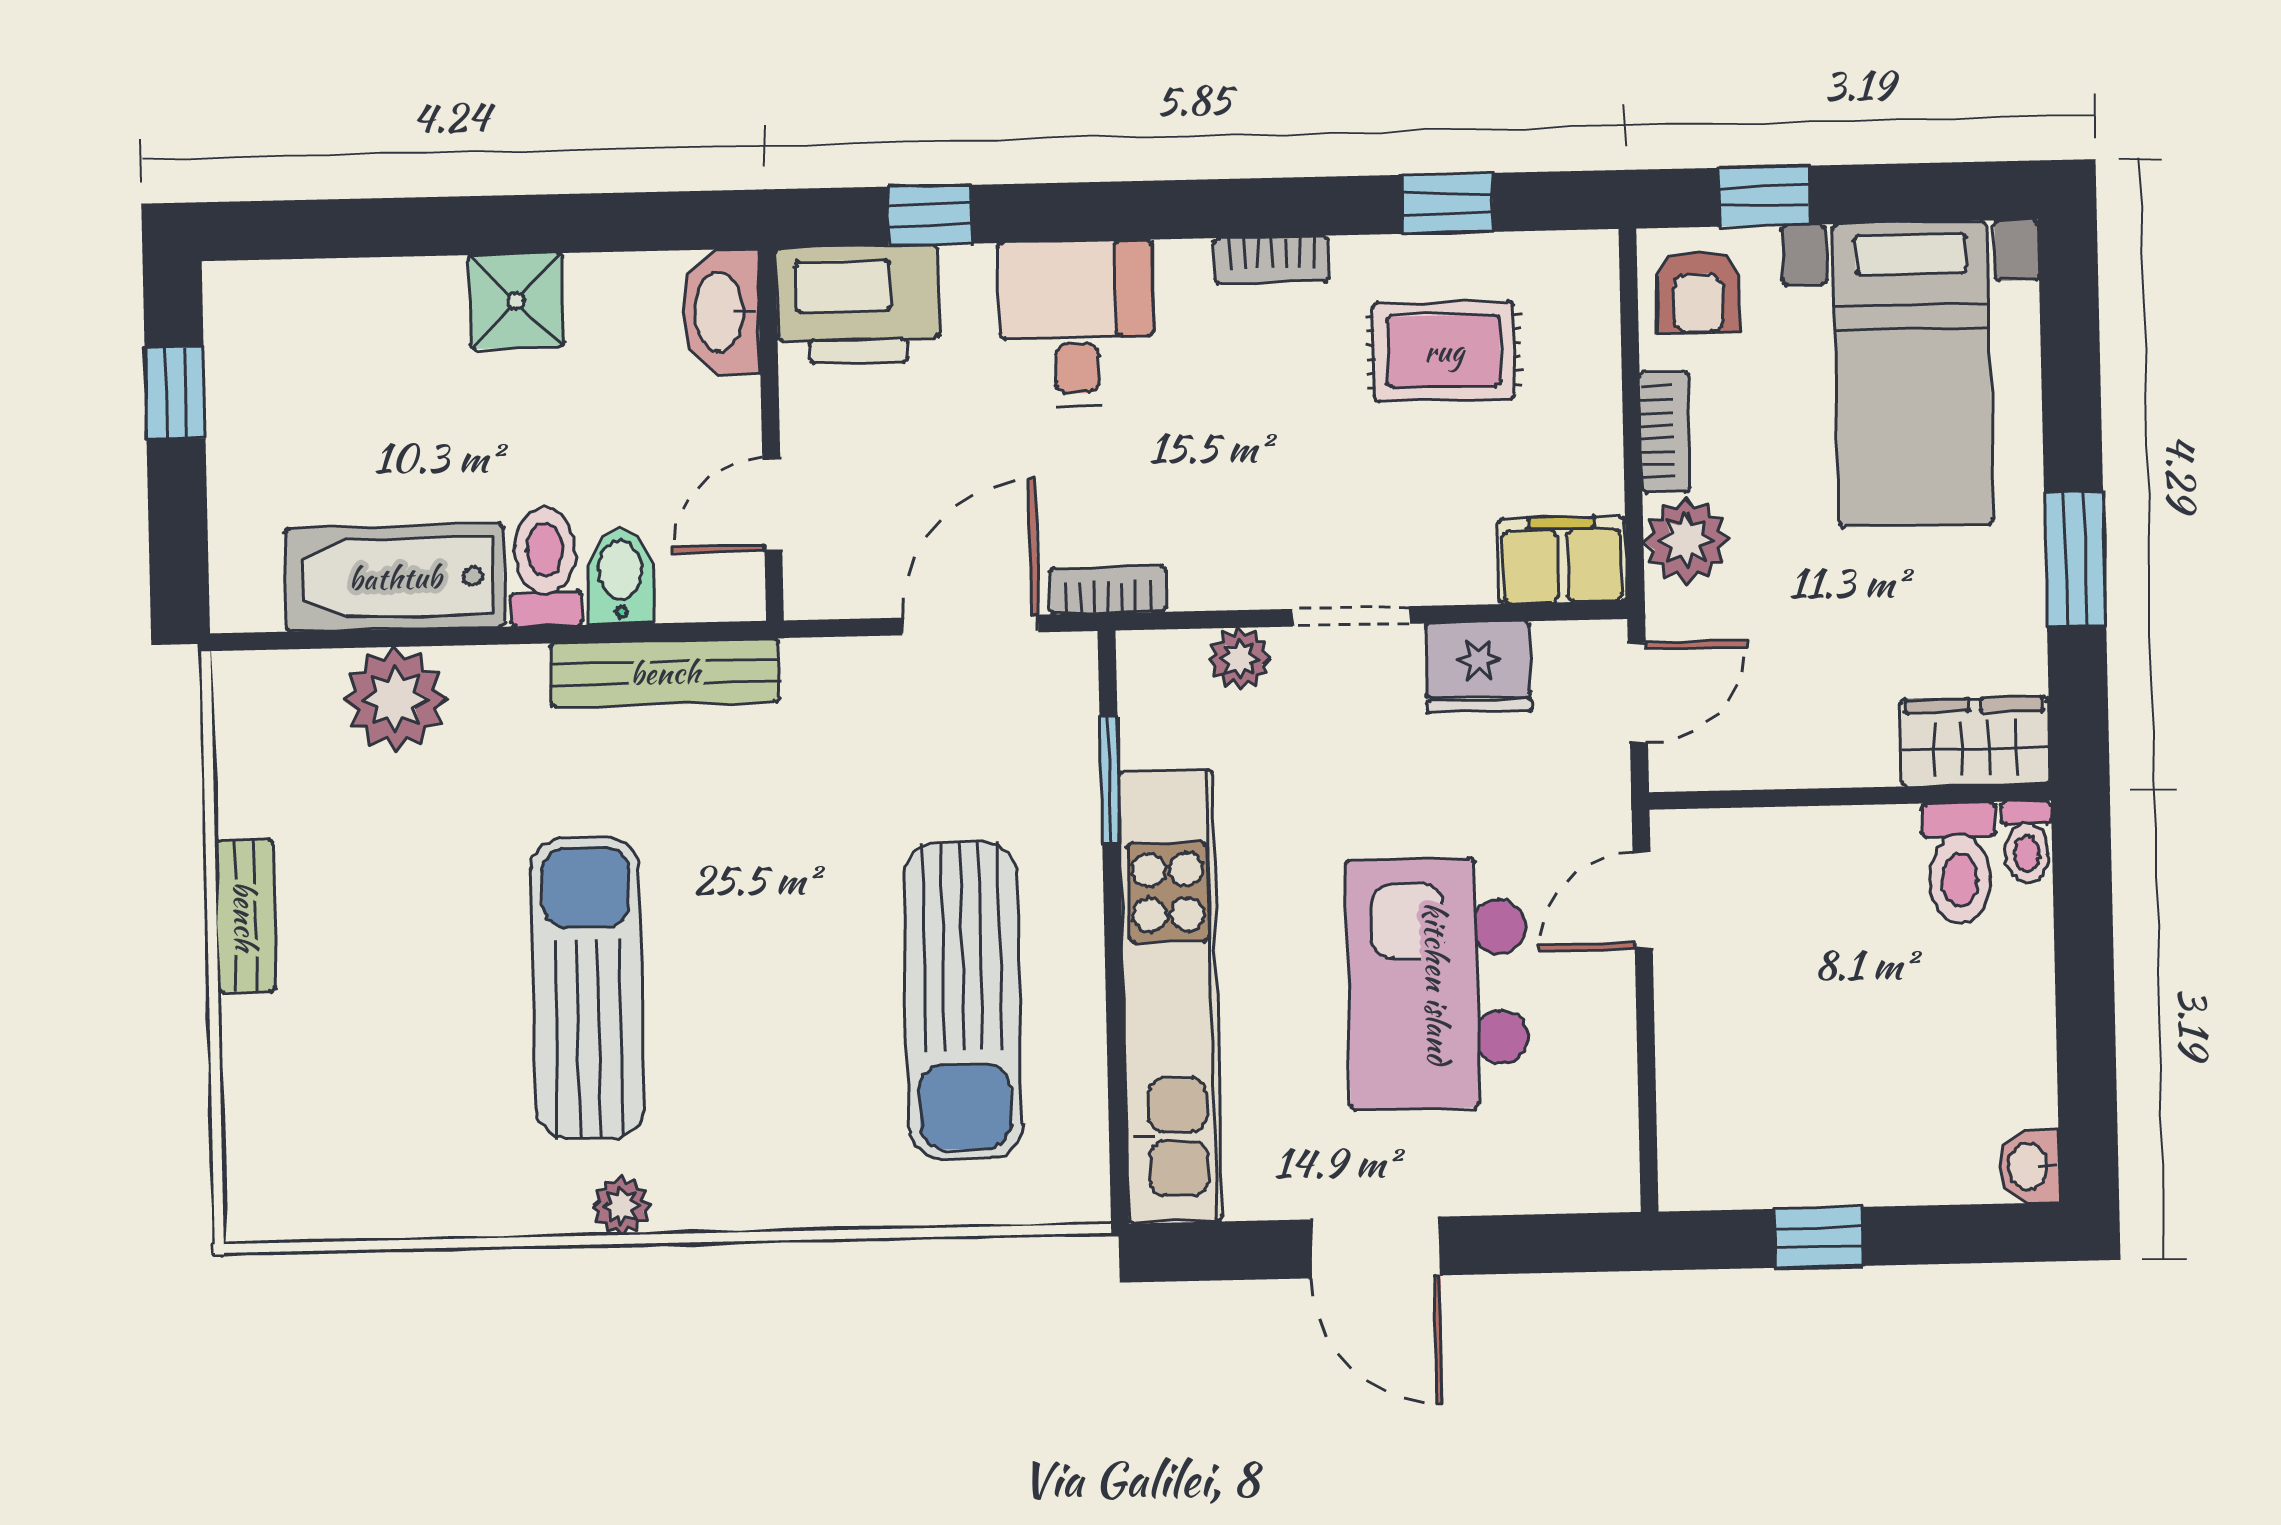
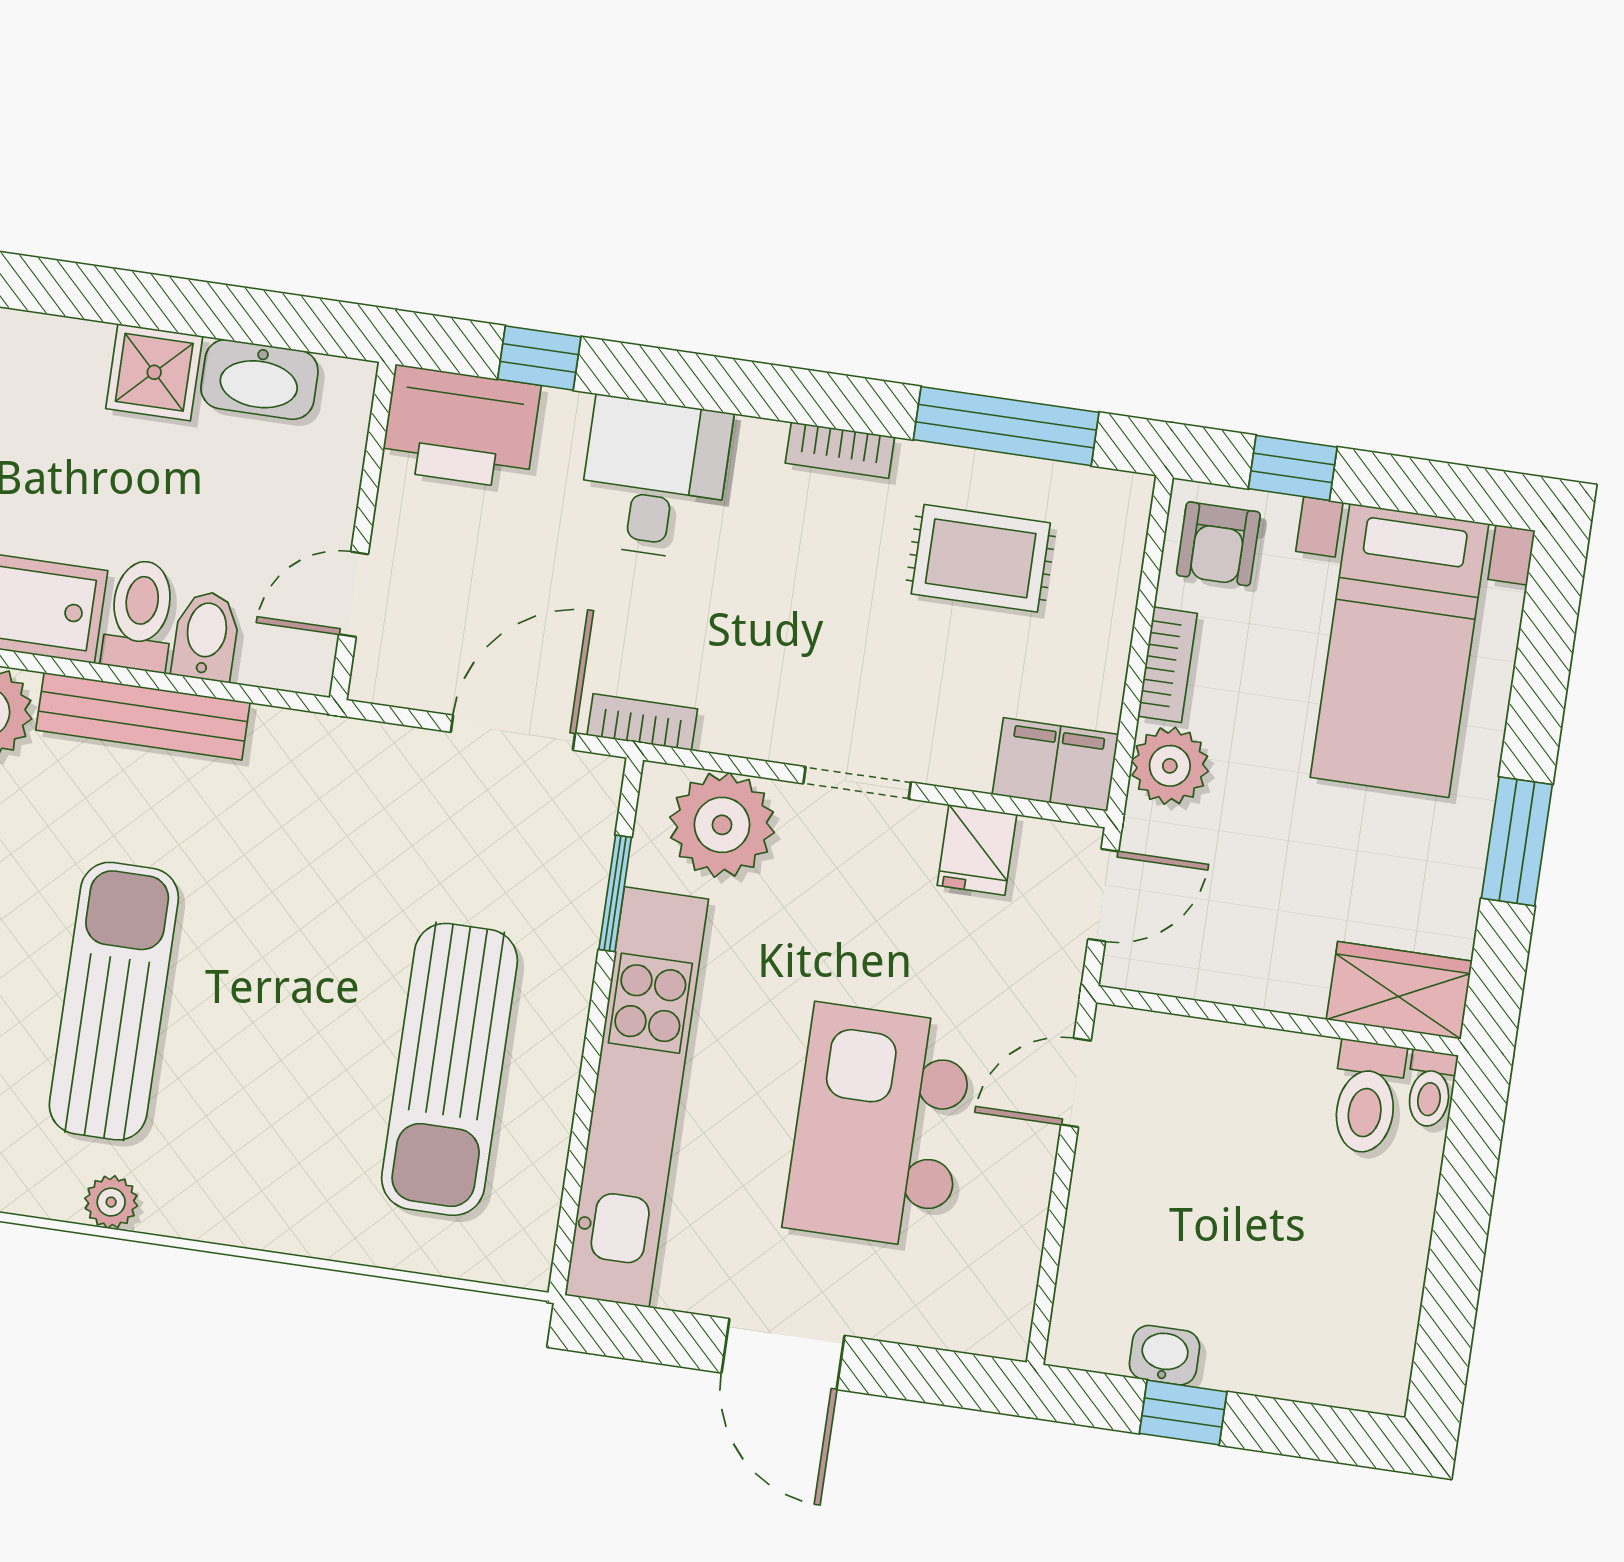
window: (1447, 203) -> (1006, 426), width x2.17
washbasin: (721, 312) -> (259, 379), moved, turned -90
plant: (1239, 659) -> (722, 825), width x1.88, depth x1.88
fridge: (1478, 667) -> (977, 850), width x0.72
bench: (665, 673) -> (143, 716), moved
washbasin: (2030, 1166) -> (1164, 1355), moved, turned 90

